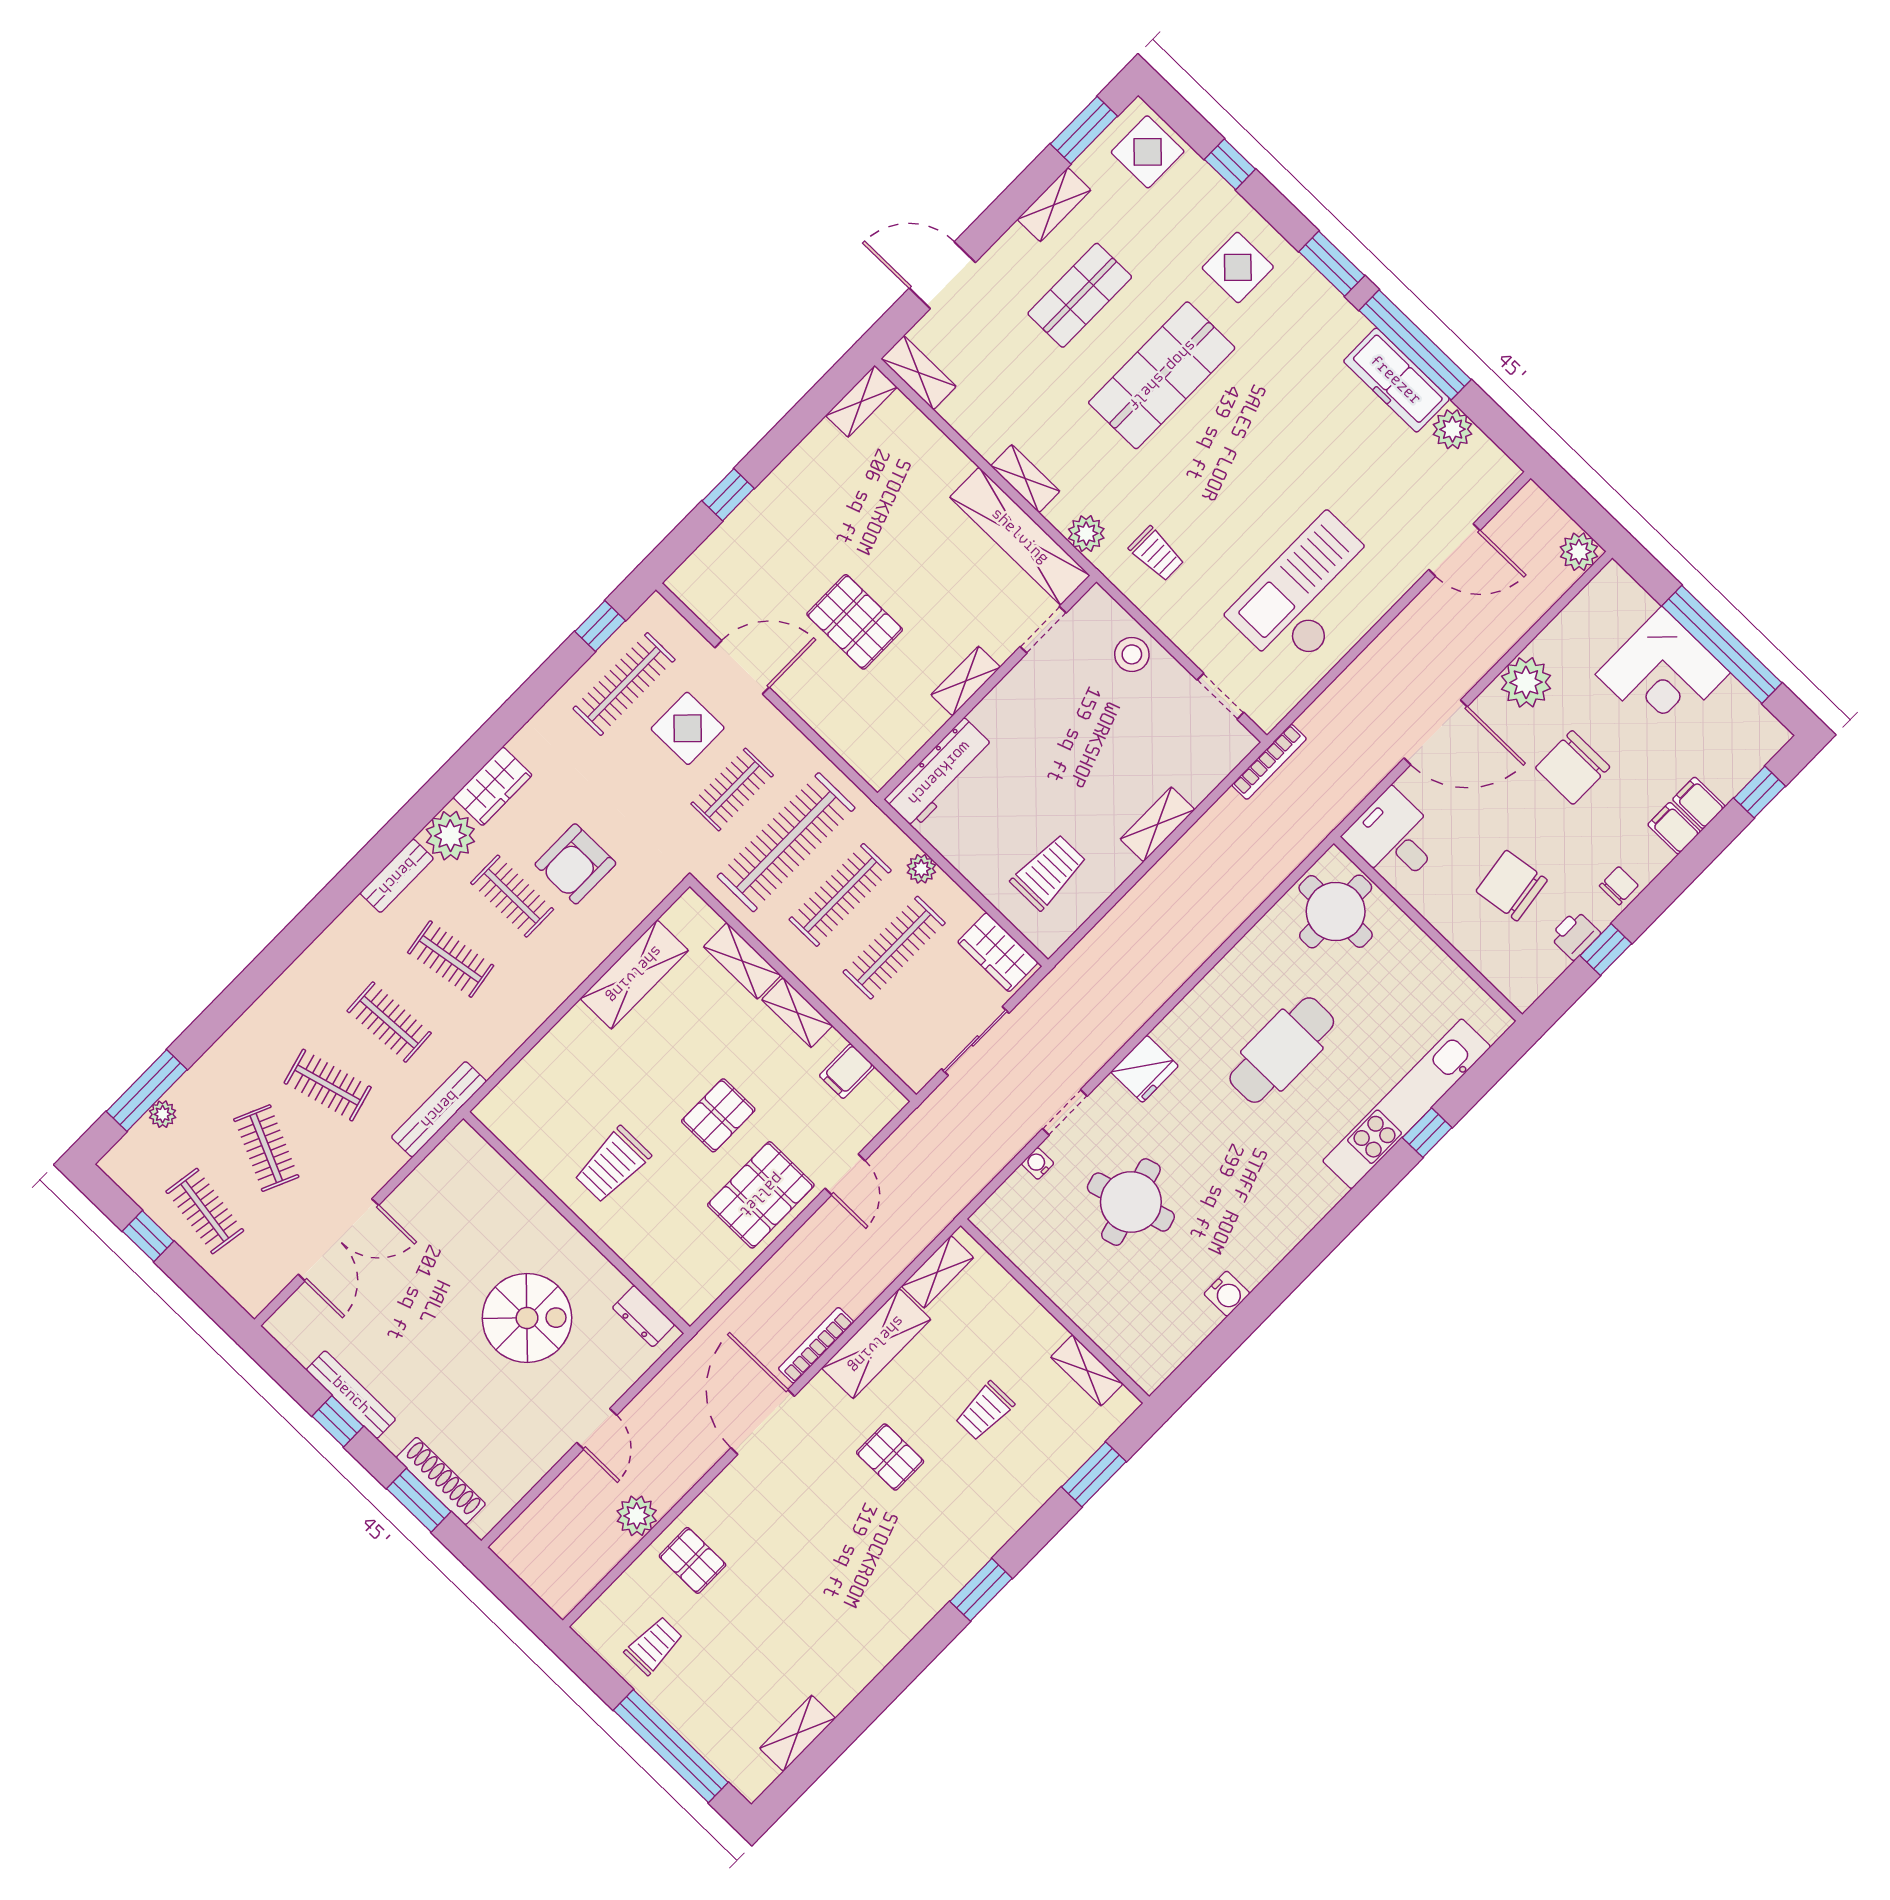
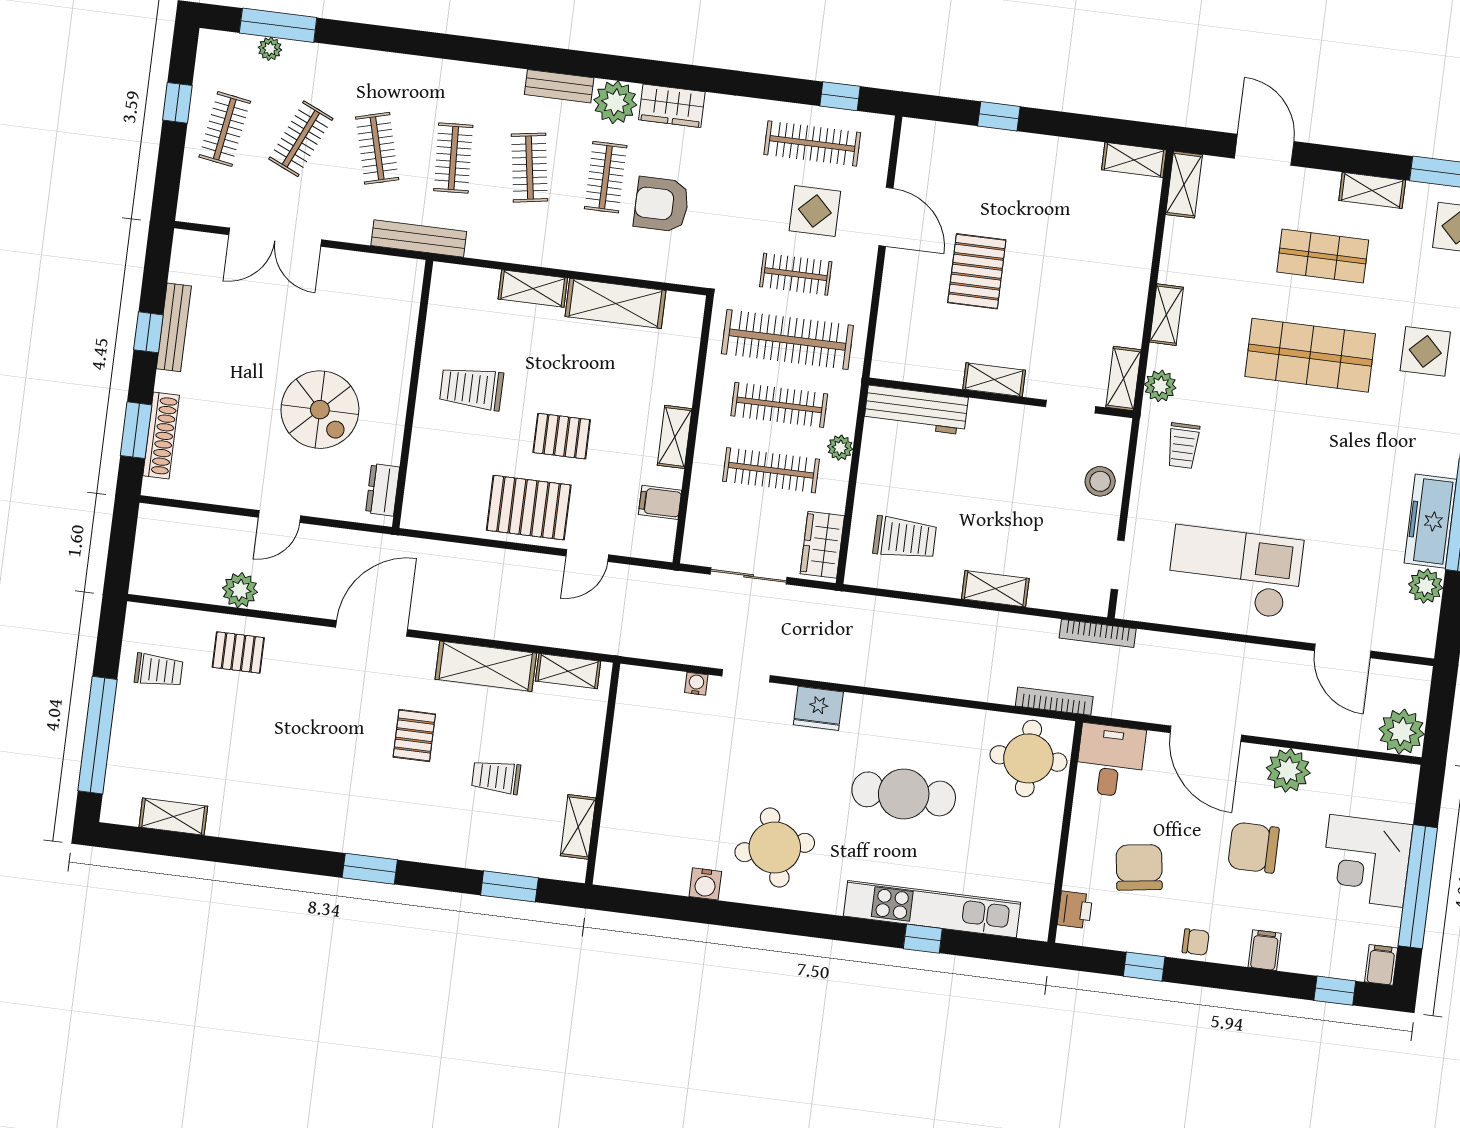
shelving: (1020, 536) -> (1123, 378), width x0.45, depth x0.75
plant: (1579, 552) -> (1402, 732), width x1.36, depth x1.36
filing cabinet: (1699, 803) -> (1381, 965), moved
printer: (1575, 935) -> (1075, 910), moved, turned 90
shelving: (742, 961) -> (533, 289), moved, turned 90
round table: (1131, 1202) -> (775, 848), moved
bookcase: (816, 1345) -> (1054, 701), moved
pallet: (693, 1560) -> (238, 652), turned 90

